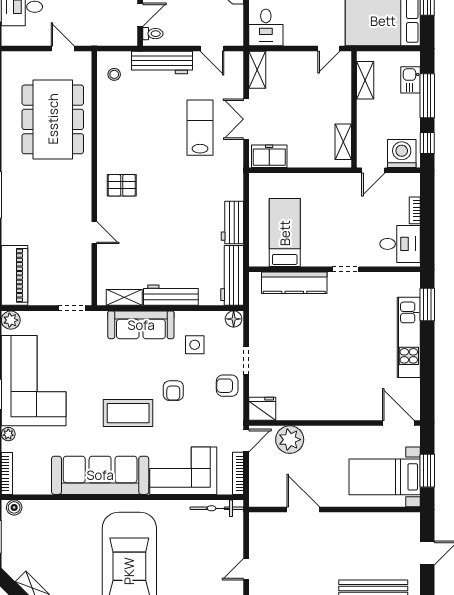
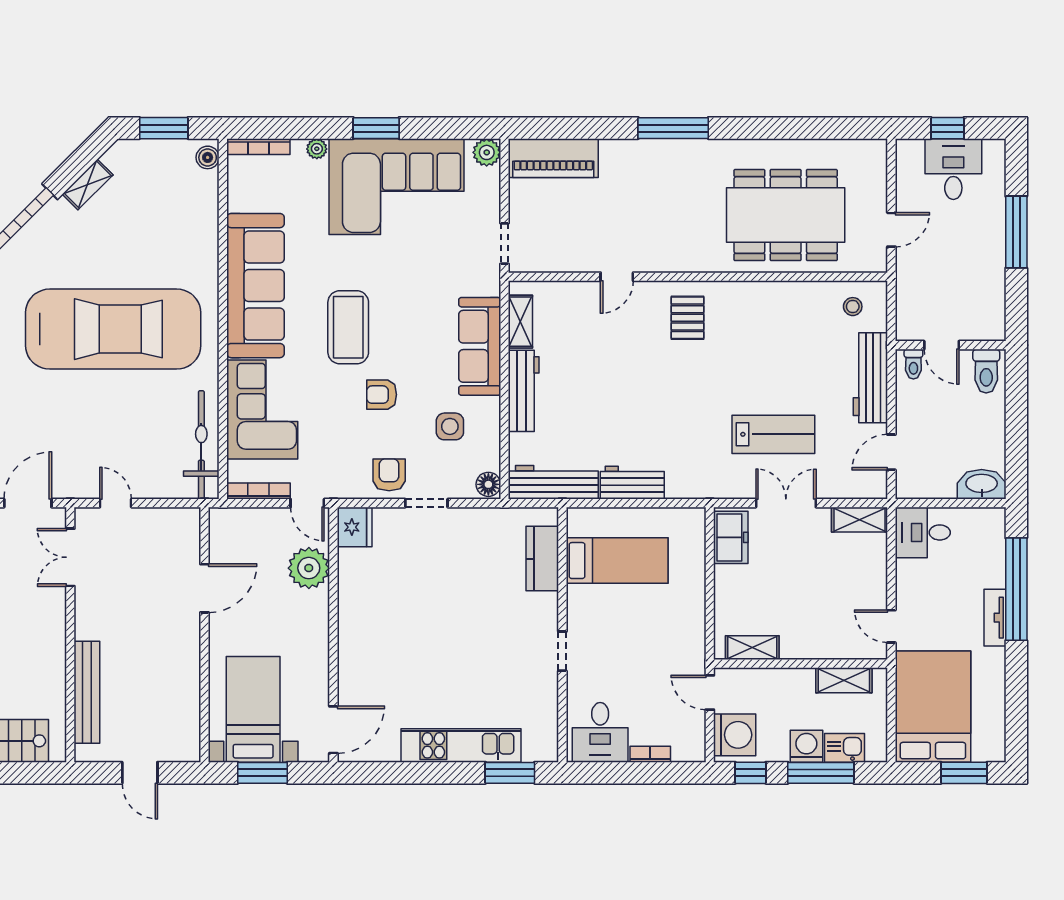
washing machine: (409, 105) -> (806, 746), added
kitchen counter: (294, 283) -> (542, 559), width x0.67
bicycle: (217, 508) -> (201, 445), width x1.37, depth x1.40

